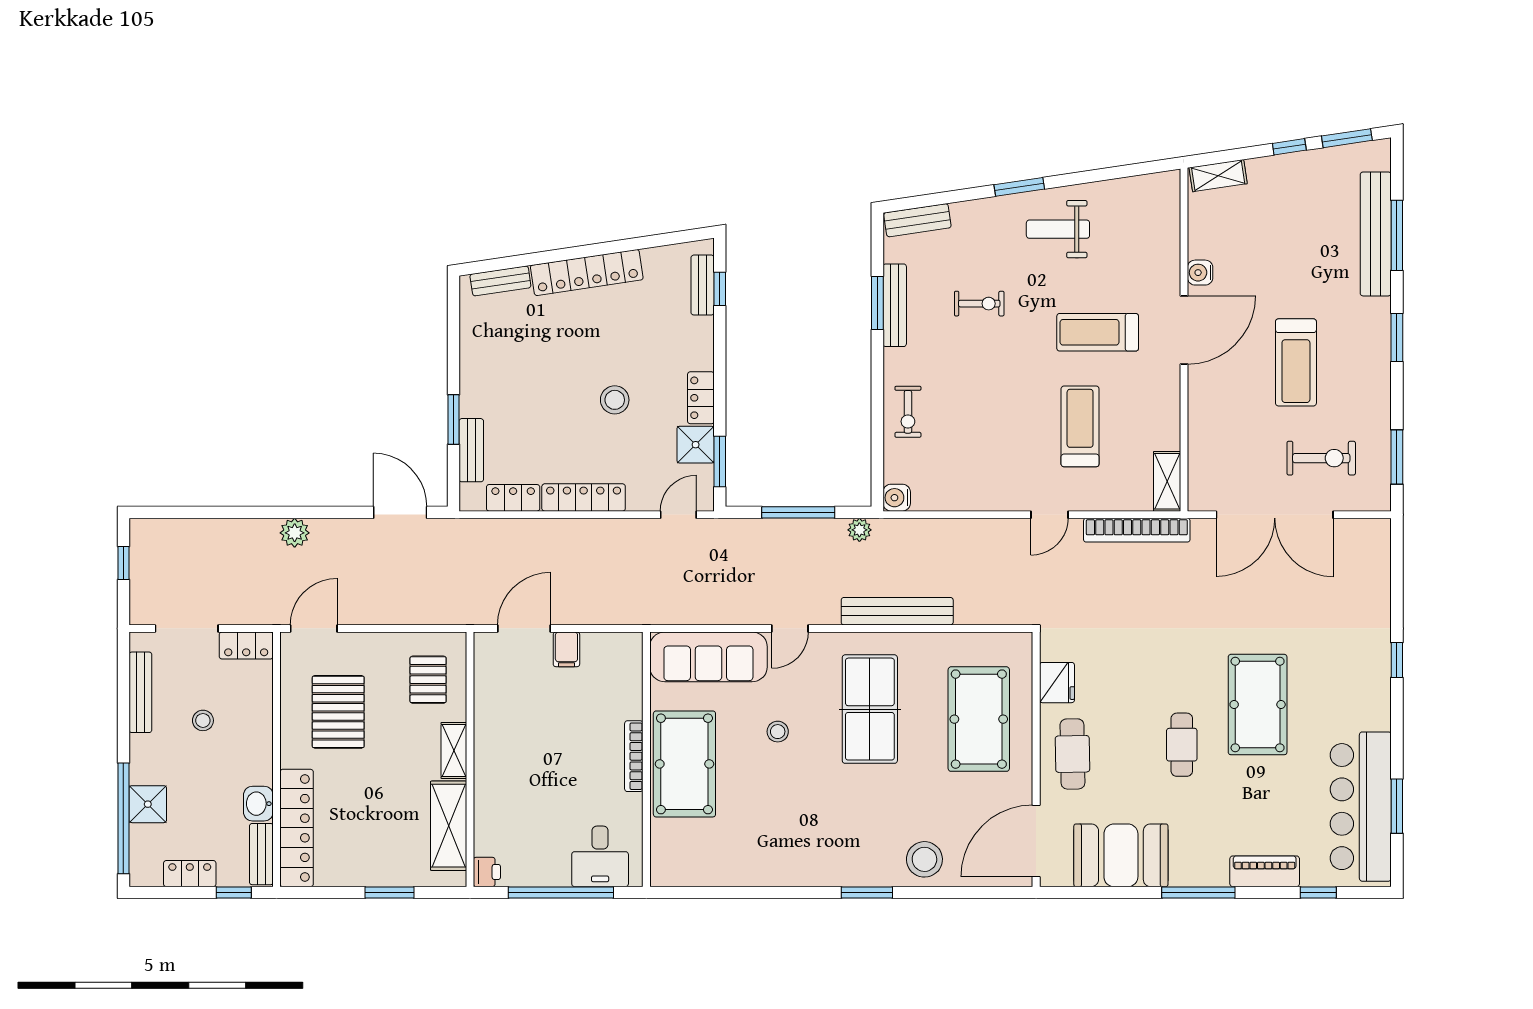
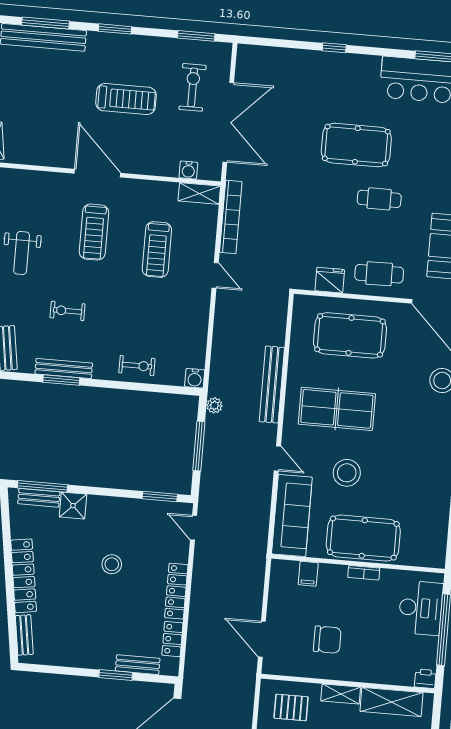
water cooler: (1200, 273) -> (188, 170), moved
window: (720, 289) -> (42, 486), width x2.17
exercise bike: (979, 304) -> (68, 311), turned -90
locker: (701, 398) -> (115, 506), removed
treadmill: (1080, 426) -> (157, 249), turned -90
shower: (696, 445) -> (73, 506), moved
filing cabinet: (566, 649) -> (308, 574), moved, turned 90
chair: (532, 724) -> (327, 640), added
stool: (778, 732) -> (347, 473), width x1.89, depth x1.89
bookcase: (634, 756) -> (364, 573), width x0.64
desk: (600, 856) -> (421, 608), width x1.37

